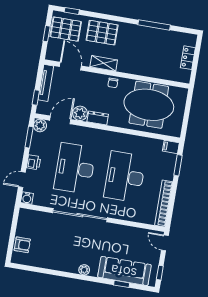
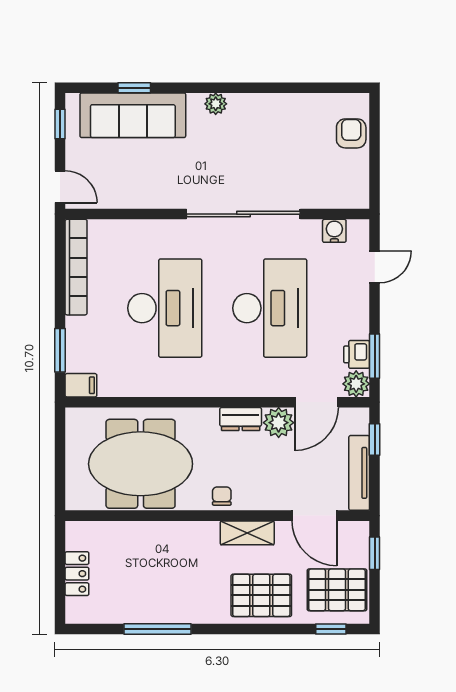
window: (47, 34) -> (375, 553), moved
printer: (34, 162) -> (357, 354), moved
water cooler: (27, 198) -> (334, 231), moved
armchair: (22, 245) -> (351, 133), turned 90

